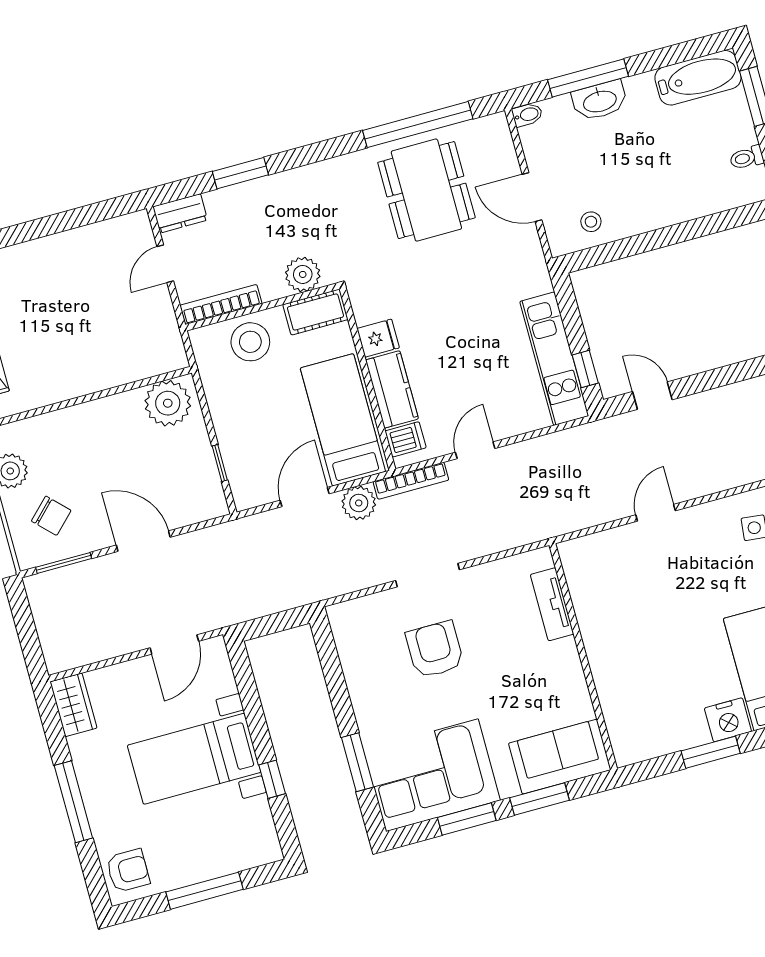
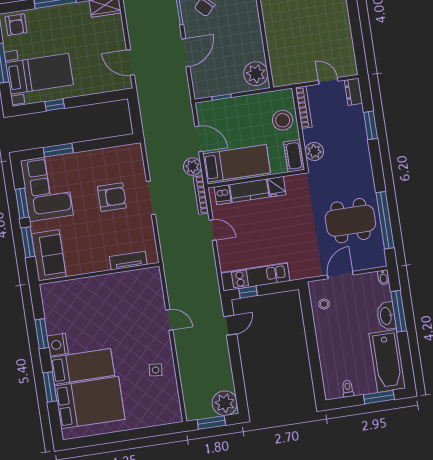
bathtub: (698, 78) -> (387, 361), width x1.36, depth x1.36
bed with nightstands: (194, 759) -> (39, 74), moved, turned 90

